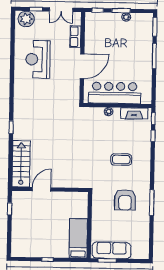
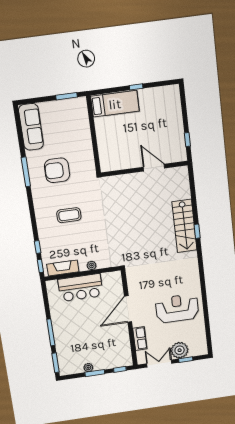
plant: (26, 19) -> (180, 350), moved
reception desk: (38, 59) -> (177, 308), turned -90
bar counter: (115, 93) -> (80, 288), width x0.73
stairs: (21, 164) -> (184, 226), moved
door: (42, 189) -> (154, 168), swing flipped
armchair: (125, 200) -> (57, 170), turned -90
bed: (78, 238) -> (115, 104), moved, turned -90
sofa: (112, 250) -> (31, 127), moved, turned -90

